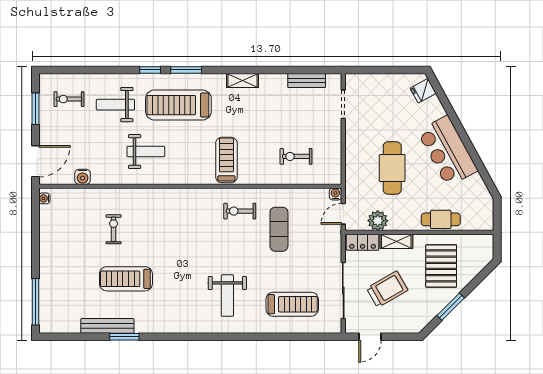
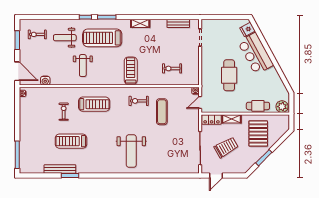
weight bench: (146, 151) -> (83, 66), turned 90
bar counter: (448, 151) -> (256, 54), moved
door: (35, 161) -> (17, 71), hinge flipped
plant: (378, 221) -> (282, 107), moved
weight bench: (227, 295) -> (131, 151), width x1.36, depth x1.33
treadmill: (292, 304) -> (94, 104), moved

